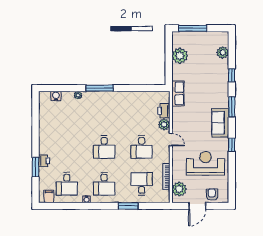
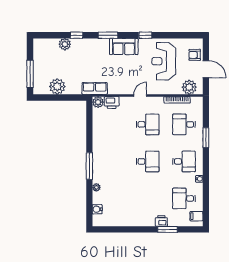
plant: (223, 53) -> (65, 44), moved
plant: (164, 125) -> (98, 102), moved
desk: (67, 184) -> (184, 198), turned 180

